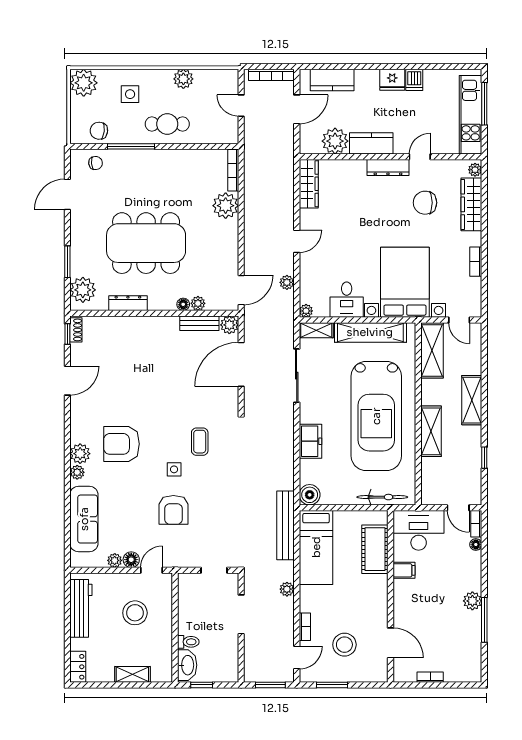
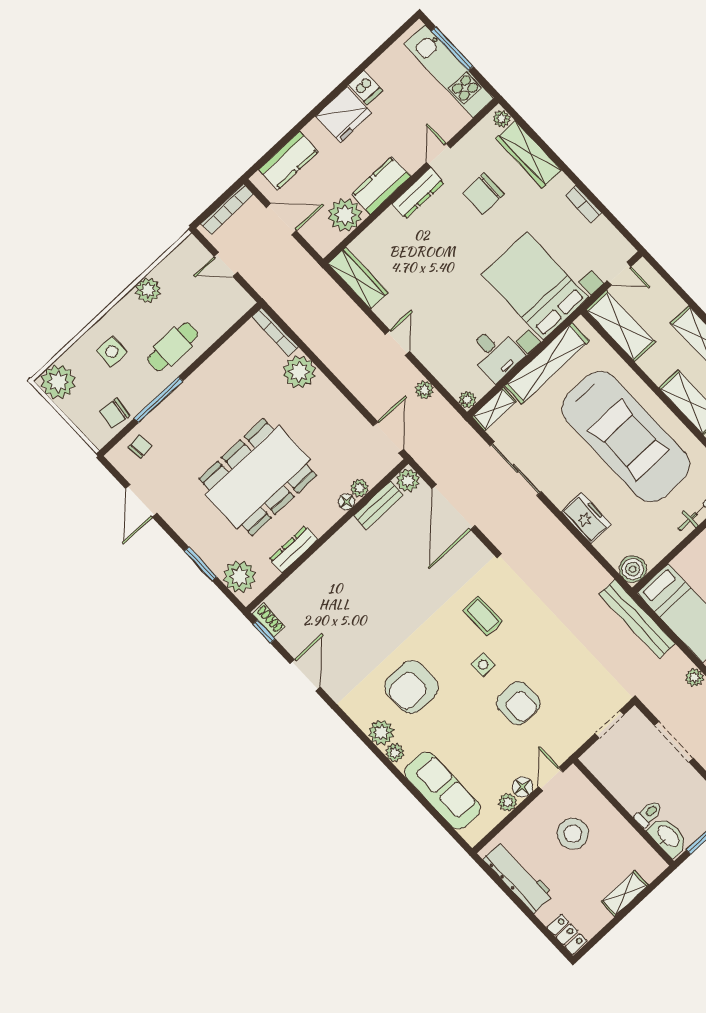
fridge: (392, 80) -> (344, 114), width x1.36, depth x1.34
door: (297, 109) -> (281, 219), hinge flipped

